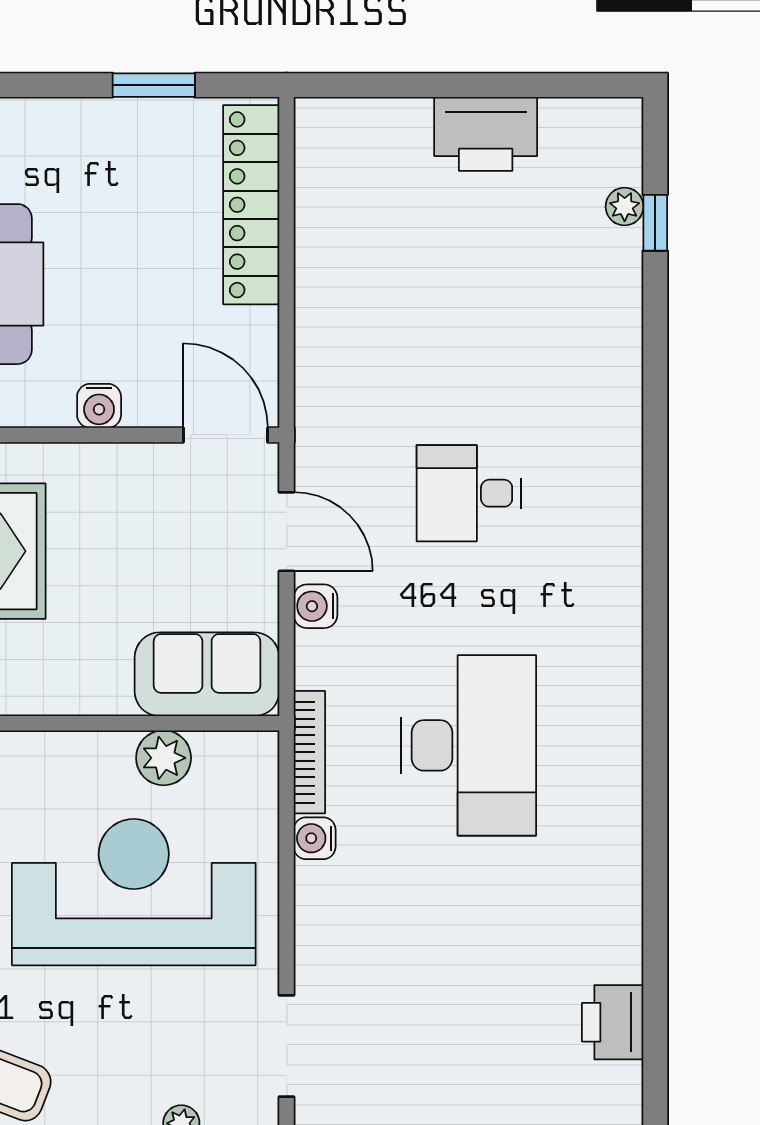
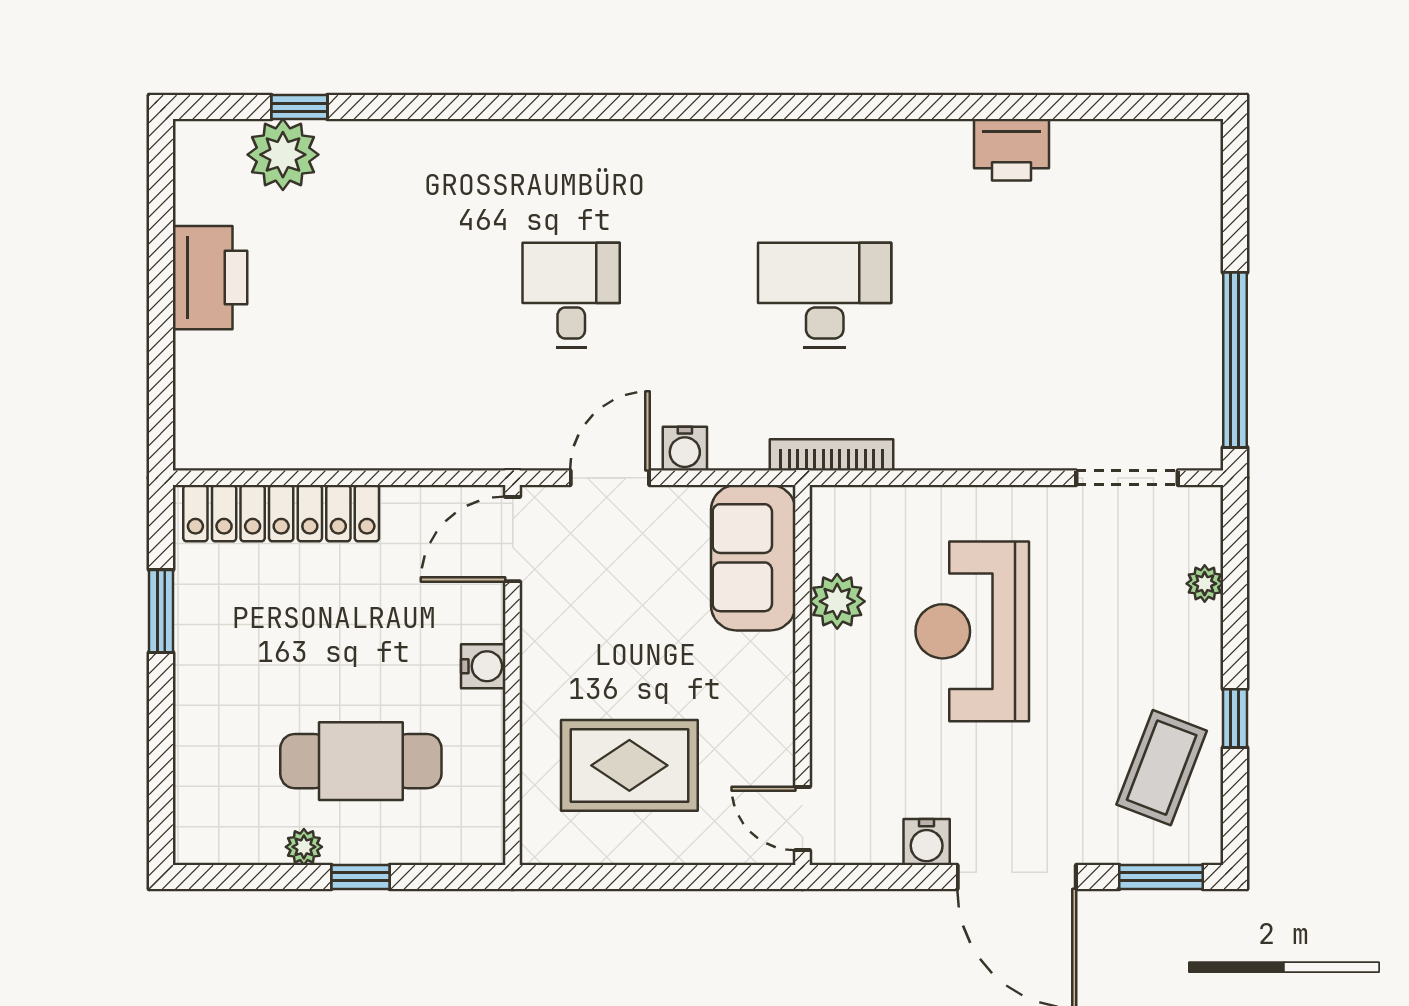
plant: (625, 207) -> (283, 155), width x1.88, depth x1.88
desk: (469, 493) -> (571, 295), turned 180
desk: (469, 745) -> (825, 295), width x0.73, depth x0.77
water cooler: (315, 838) -> (918, 450), removed
reception desk: (134, 892) -> (972, 631), width x0.74, depth x0.77
printer: (613, 1022) -> (1012, 150), moved

